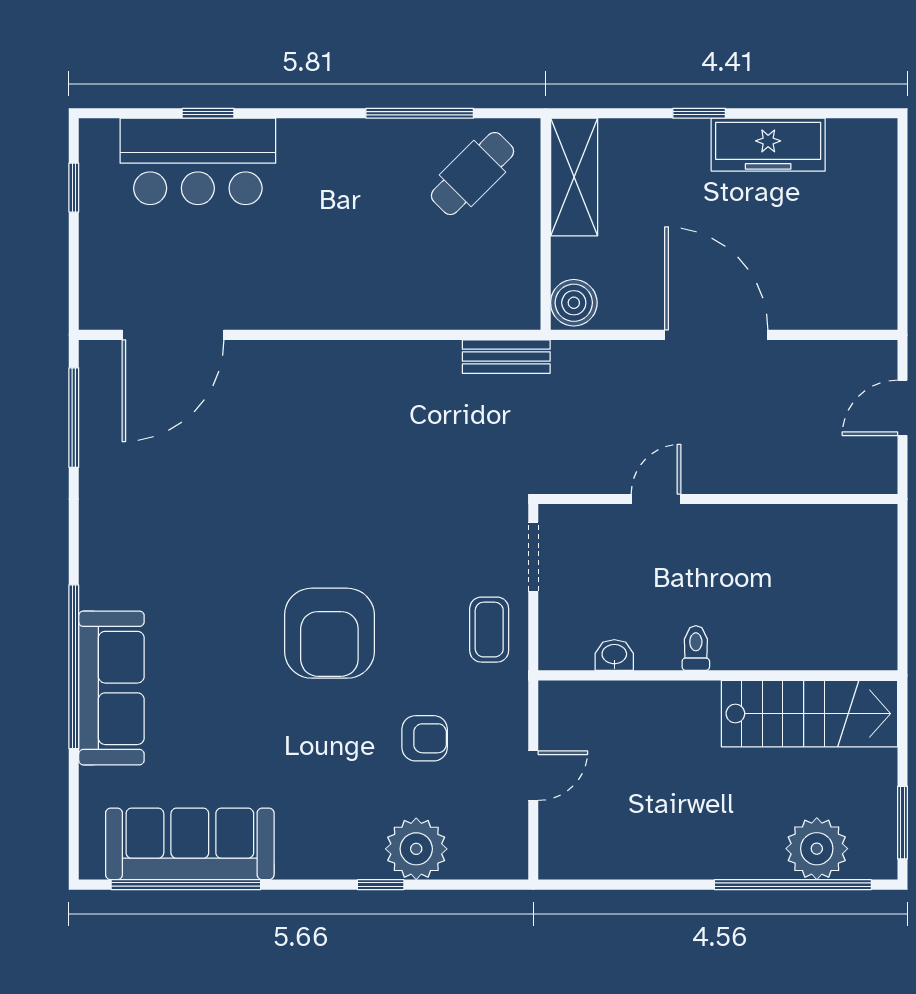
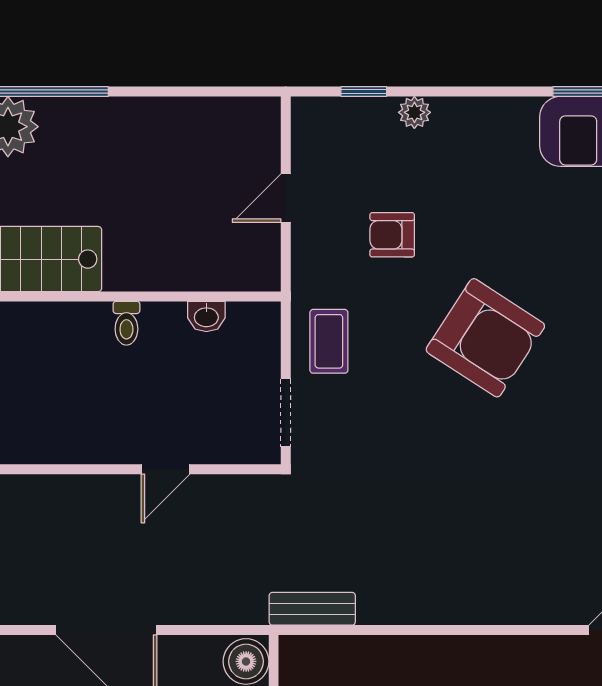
armchair: (329, 633) -> (485, 338), turned 123
plant: (416, 849) -> (414, 112), width x0.53, depth x0.53
window: (381, 885) -> (364, 91), moved

